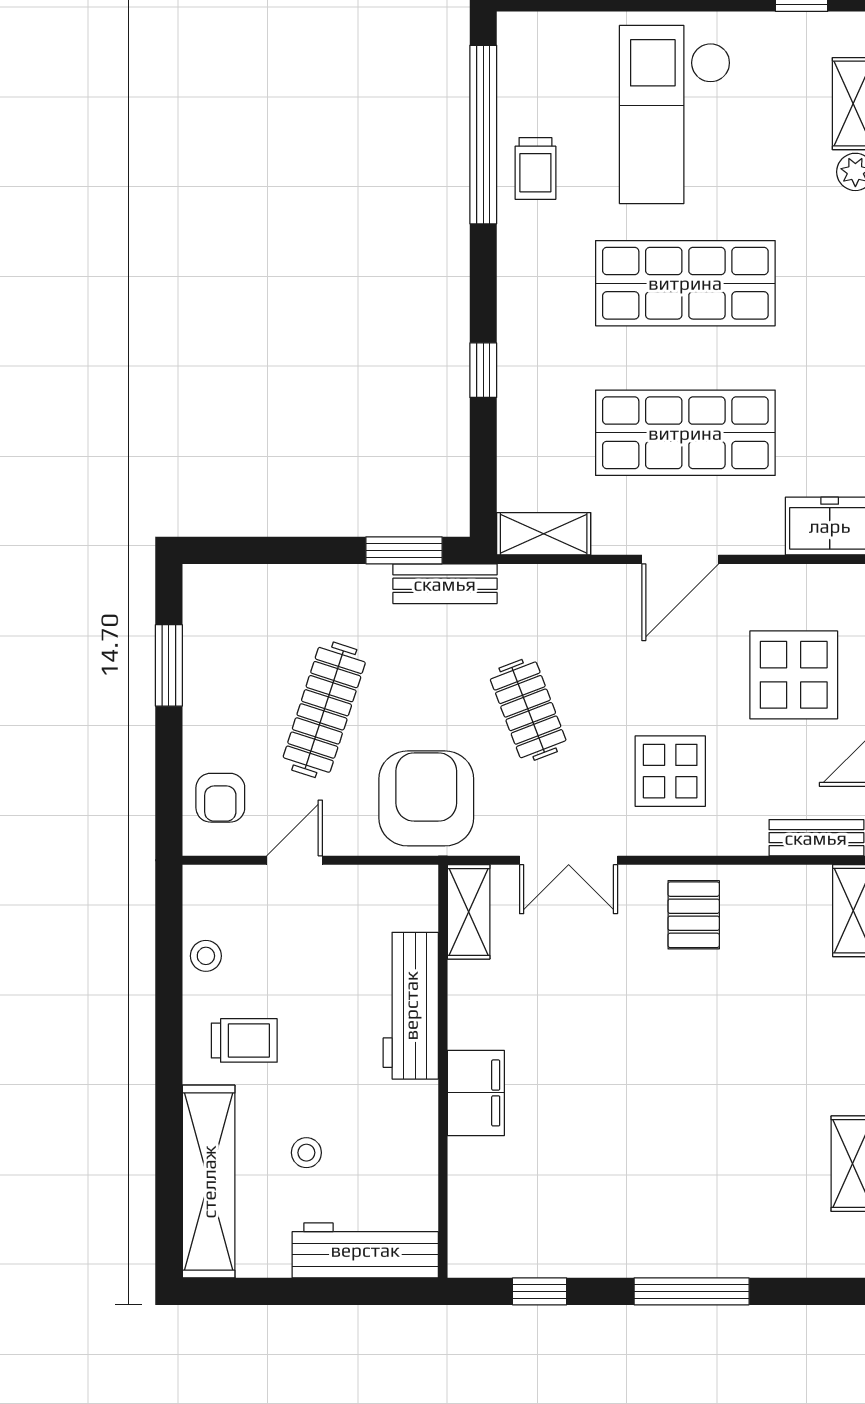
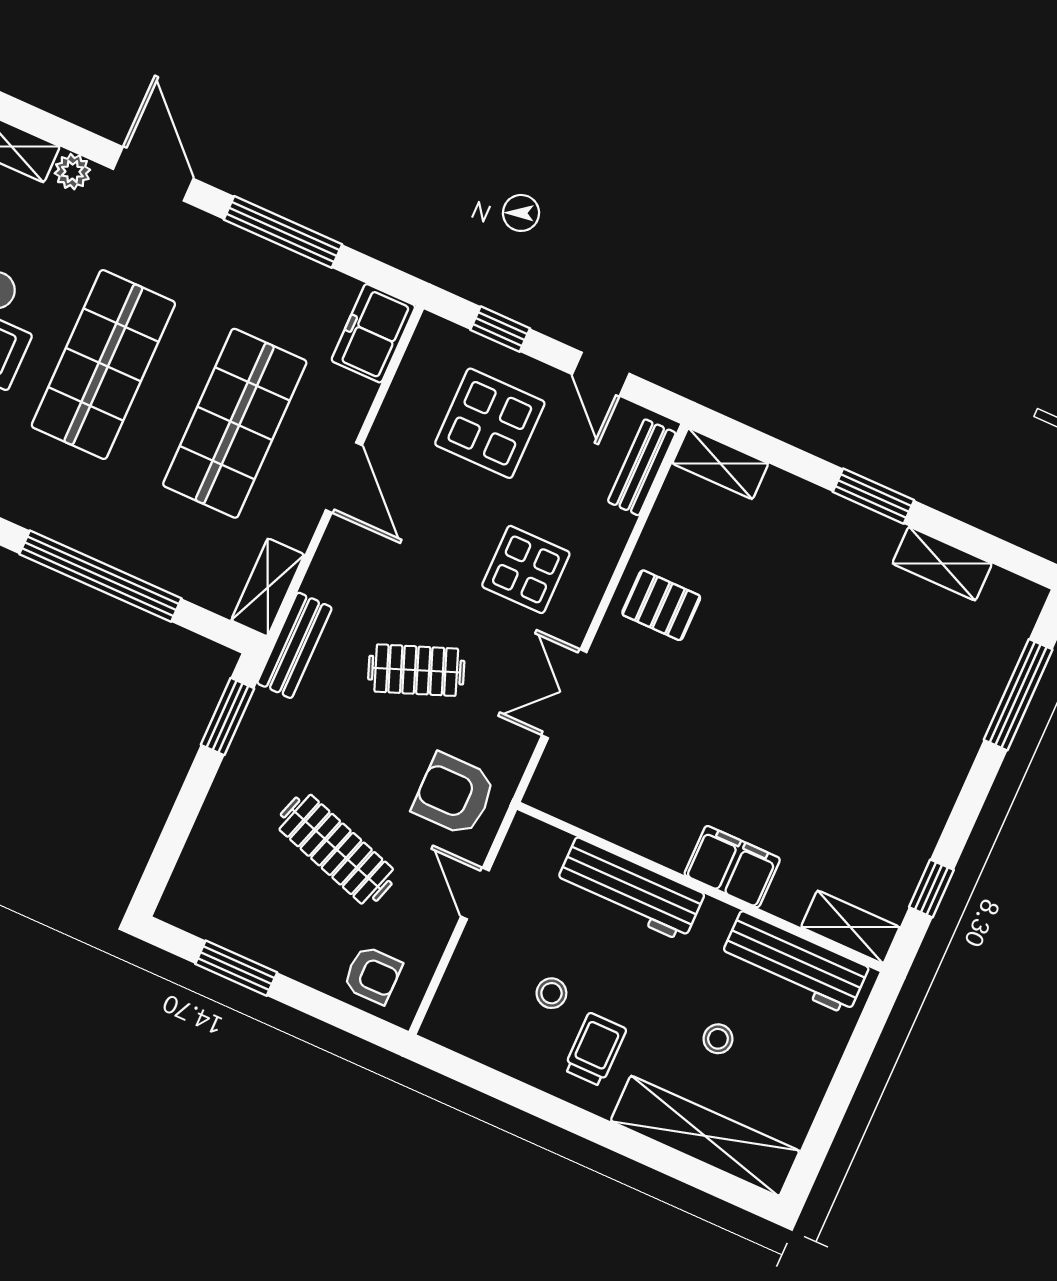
window: (483, 370) -> (100, 576), width x3.17
bench: (445, 584) -> (295, 645), moved
armchair: (426, 798) -> (454, 794), width x0.73, depth x0.73
door: (294, 860) -> (475, 893), moved
double door: (569, 860) -> (564, 694), swing flipped
shelving: (469, 912) -> (850, 927), moved
stool: (206, 956) -> (551, 993), moved
workbench: (365, 1250) -> (795, 963), moved, turned -90
window: (692, 1291) -> (1018, 695), moved

